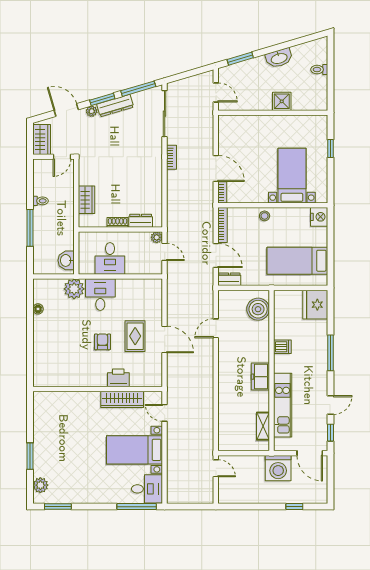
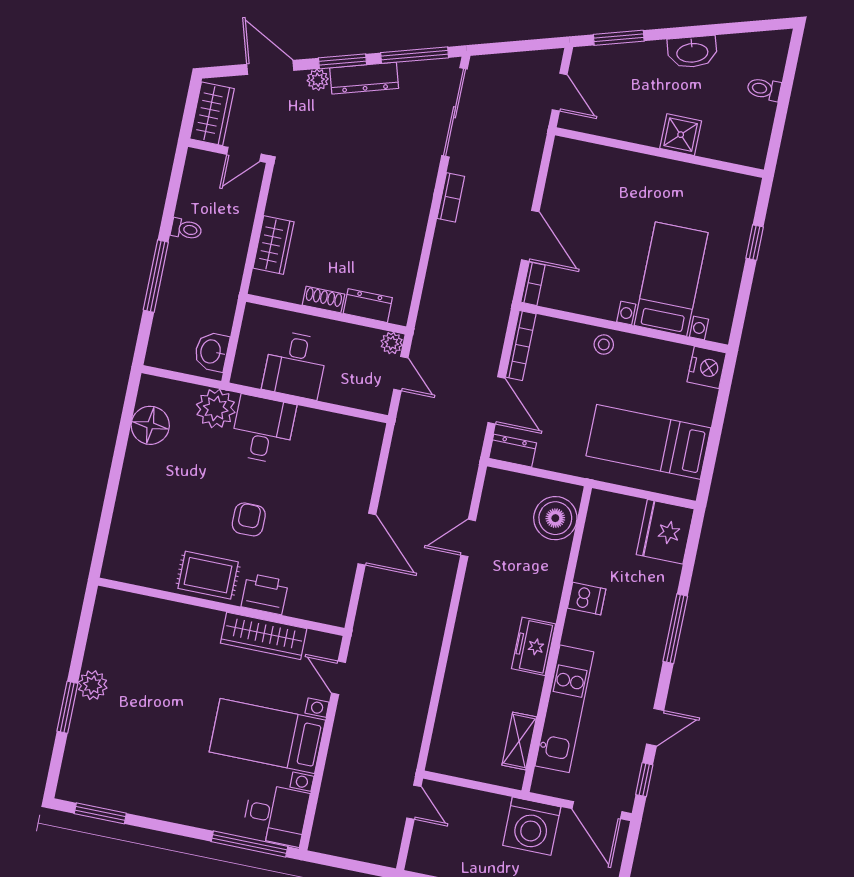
floor lamp: (38, 309) -> (150, 425), width x1.89, depth x1.89
rug: (135, 336) -> (208, 575), moved, turned 90
plant: (40, 485) -> (93, 685), moved

